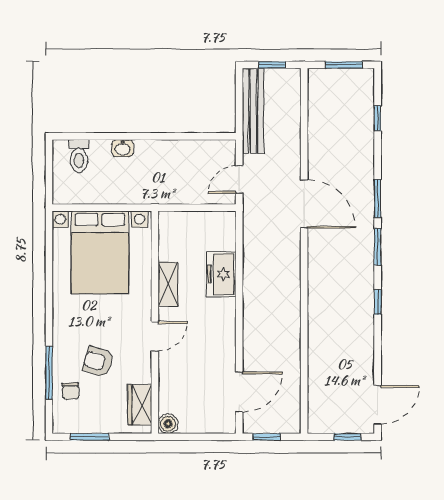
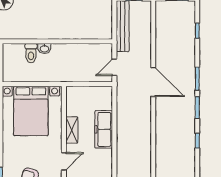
toilet: (79, 156) -> (31, 53), moved
freezer: (221, 274) -> (104, 129), width x1.40

